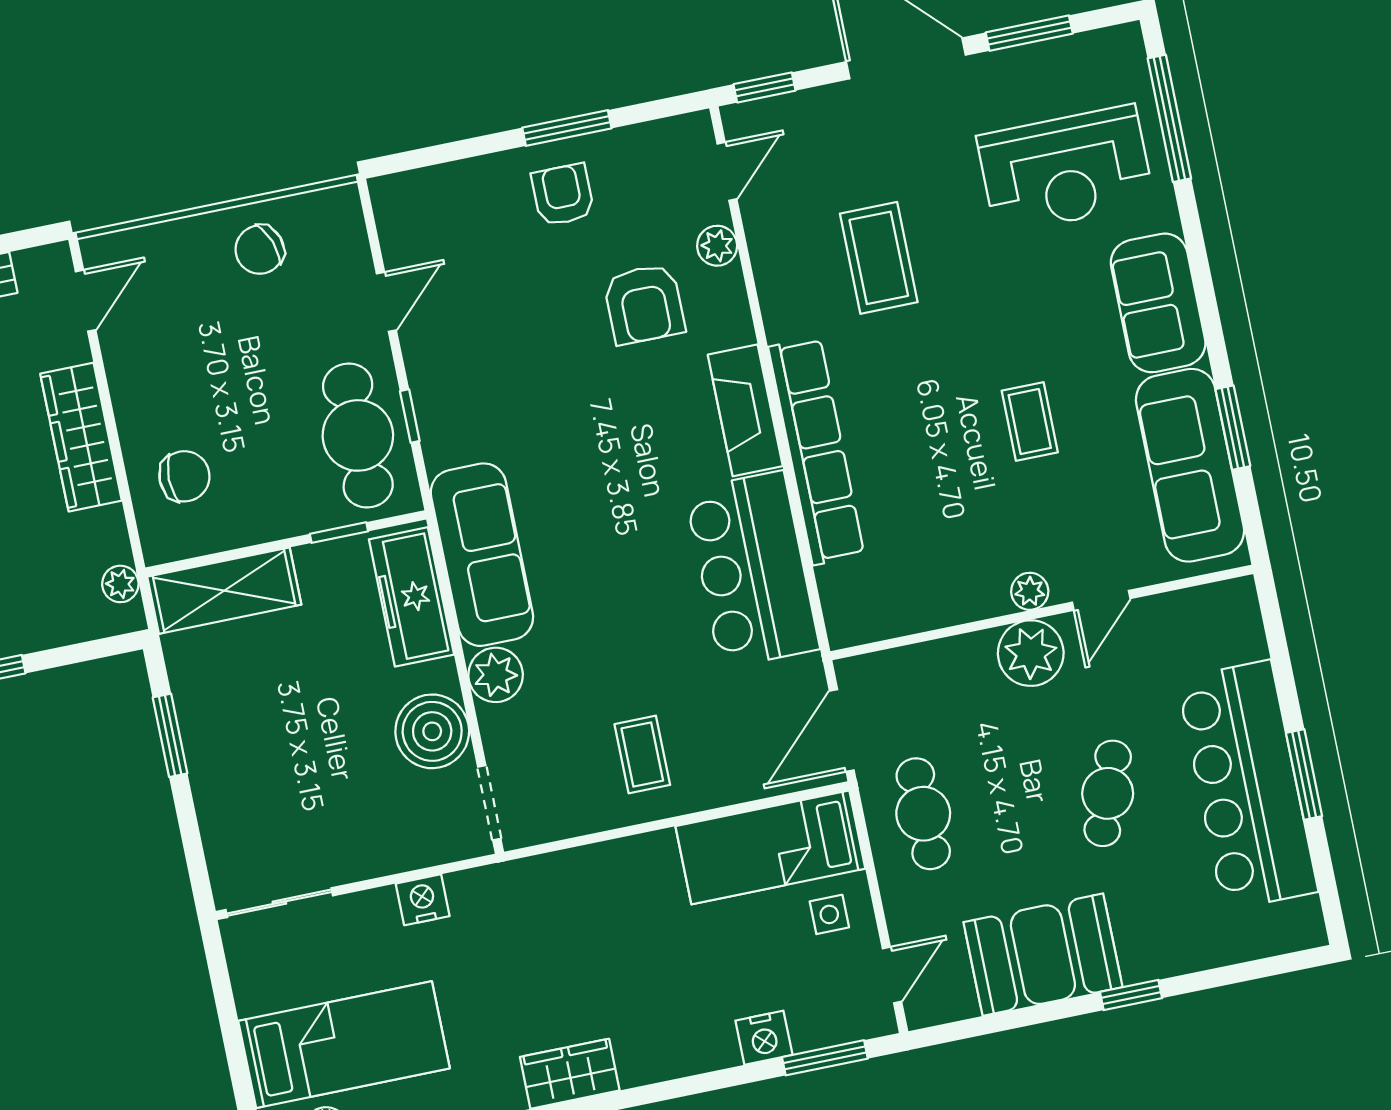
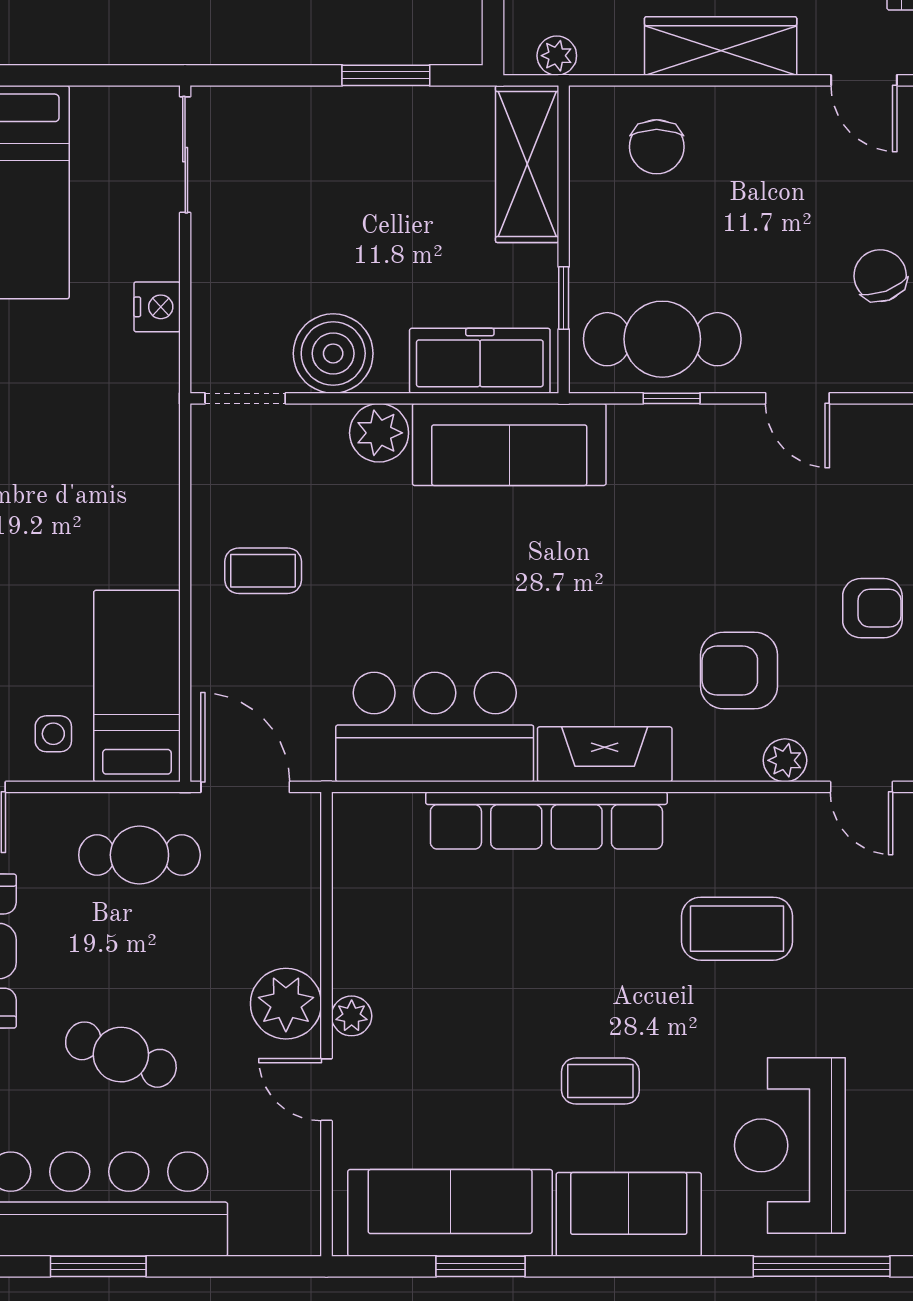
coffee table: (1030, 422) -> (600, 1081), moved

